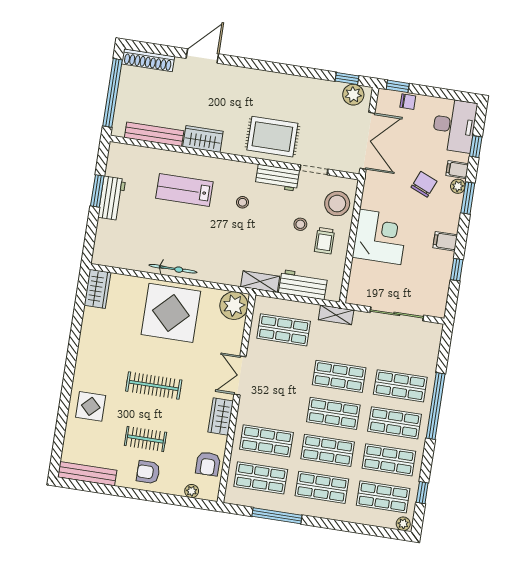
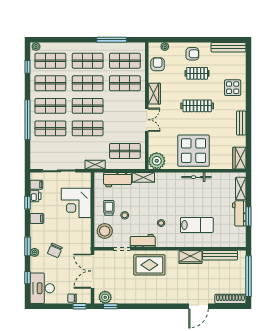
filing cabinet: (457, 170) -> (36, 185), moved
corner desk: (380, 237) -> (76, 203), moved
shelving: (103, 239) -> (241, 189), added
printer: (442, 278) -> (36, 196), added
bench: (86, 346) -> (241, 123), added

